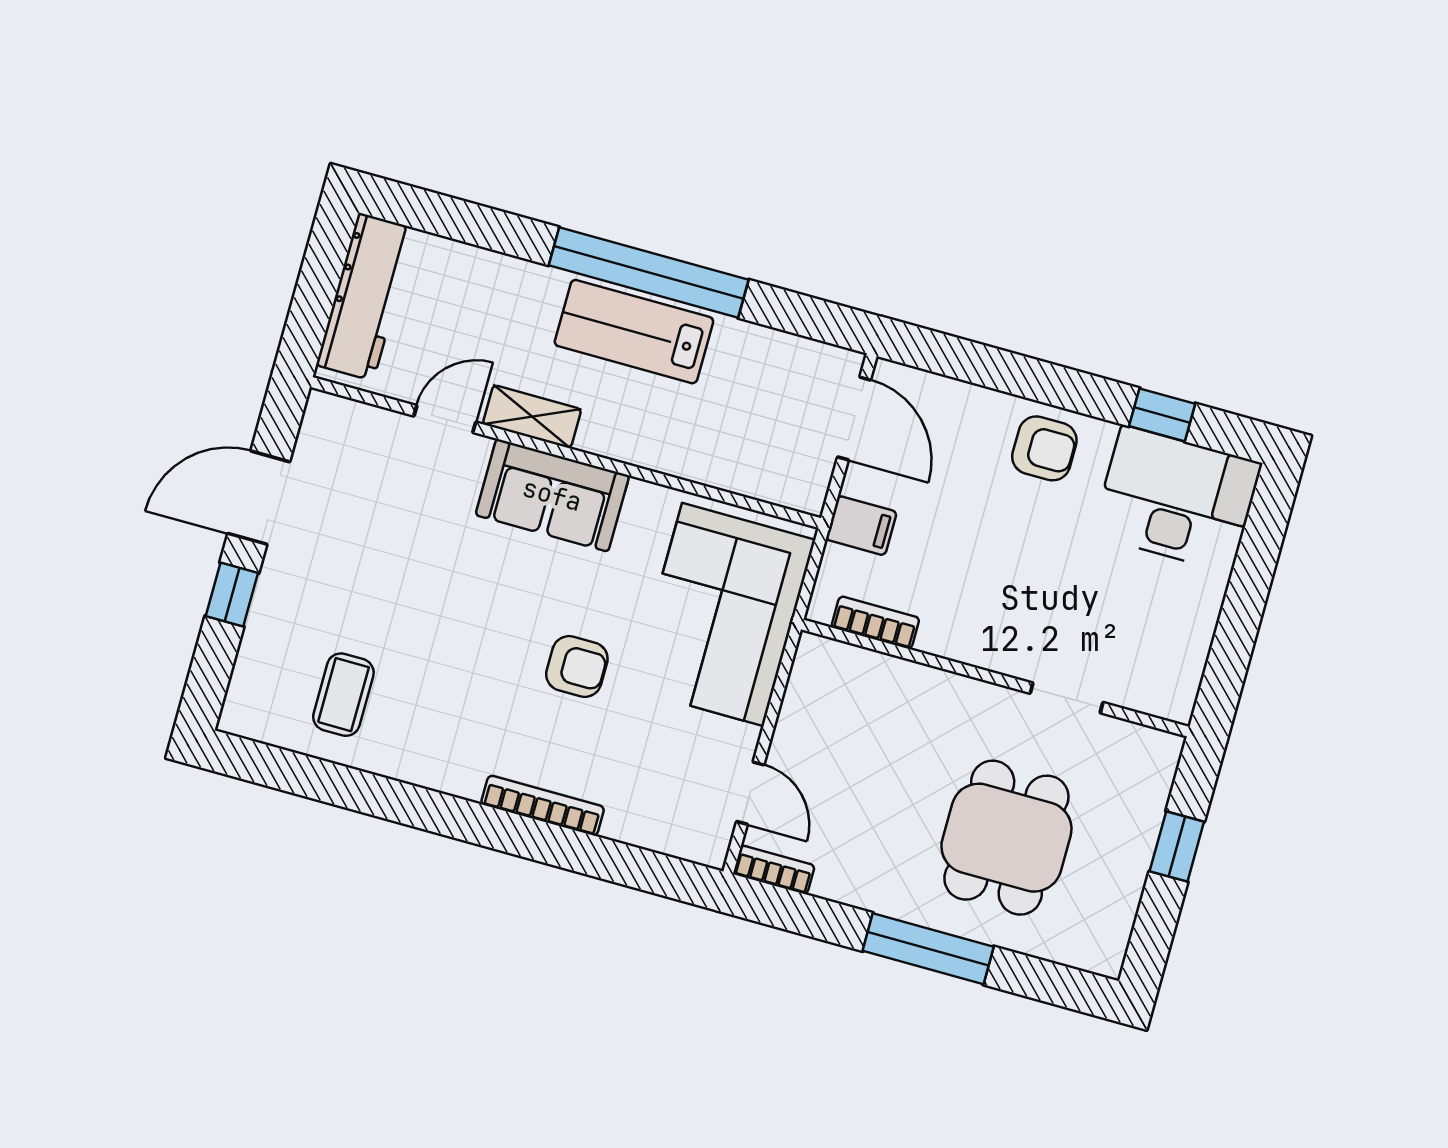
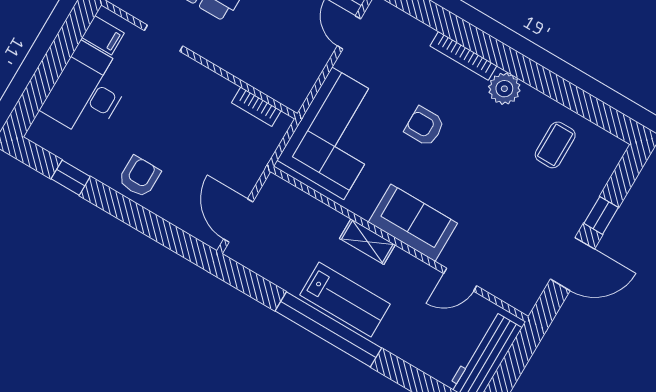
shelving: (532, 417) -> (367, 242), moved
armchair: (1044, 448) -> (139, 177), turned 90
desk: (1177, 499) -> (87, 91), moved, turned 90
filing cabinet: (861, 526) -> (103, 35), moved, turned 180
plant: (457, 768) -> (504, 89), added

